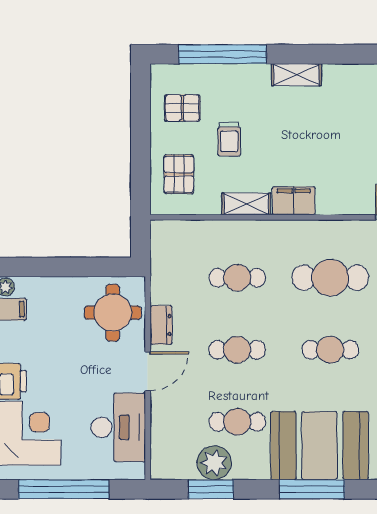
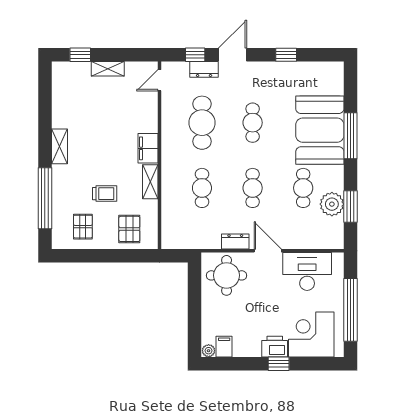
pallet: (179, 174) -> (129, 229), turned 90

